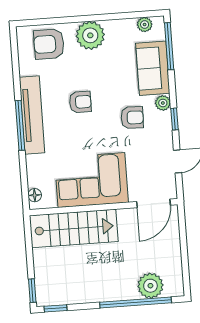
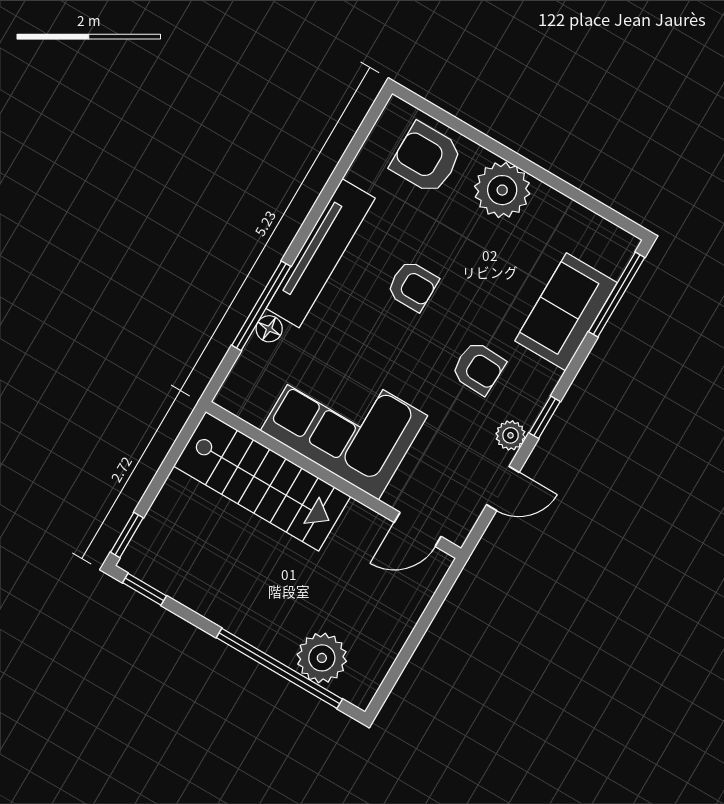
plant: (145, 25) -> (601, 233), removed
plant: (163, 103) -> (511, 435), moved
window: (20, 125) -> (261, 306), moved
floor lamp: (35, 195) -> (269, 329), moved
door: (153, 203) -> (418, 529), width x0.73

